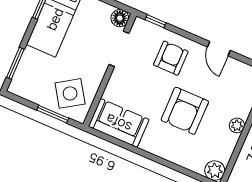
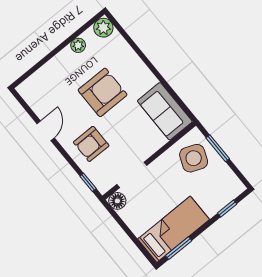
window: (15, 63) -> (227, 208), width x0.67
side table: (70, 93) -> (194, 158), turned -35
plant: (237, 125) -> (78, 45), moved

